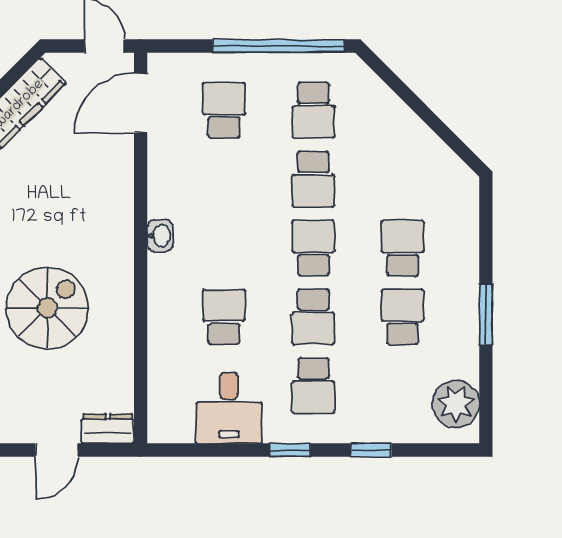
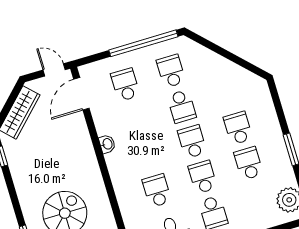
school desk: (313, 110) -> (171, 71), turned 180
washbasin: (160, 236) -> (107, 144), moved
school desk: (313, 317) -> (203, 177), turned 180

